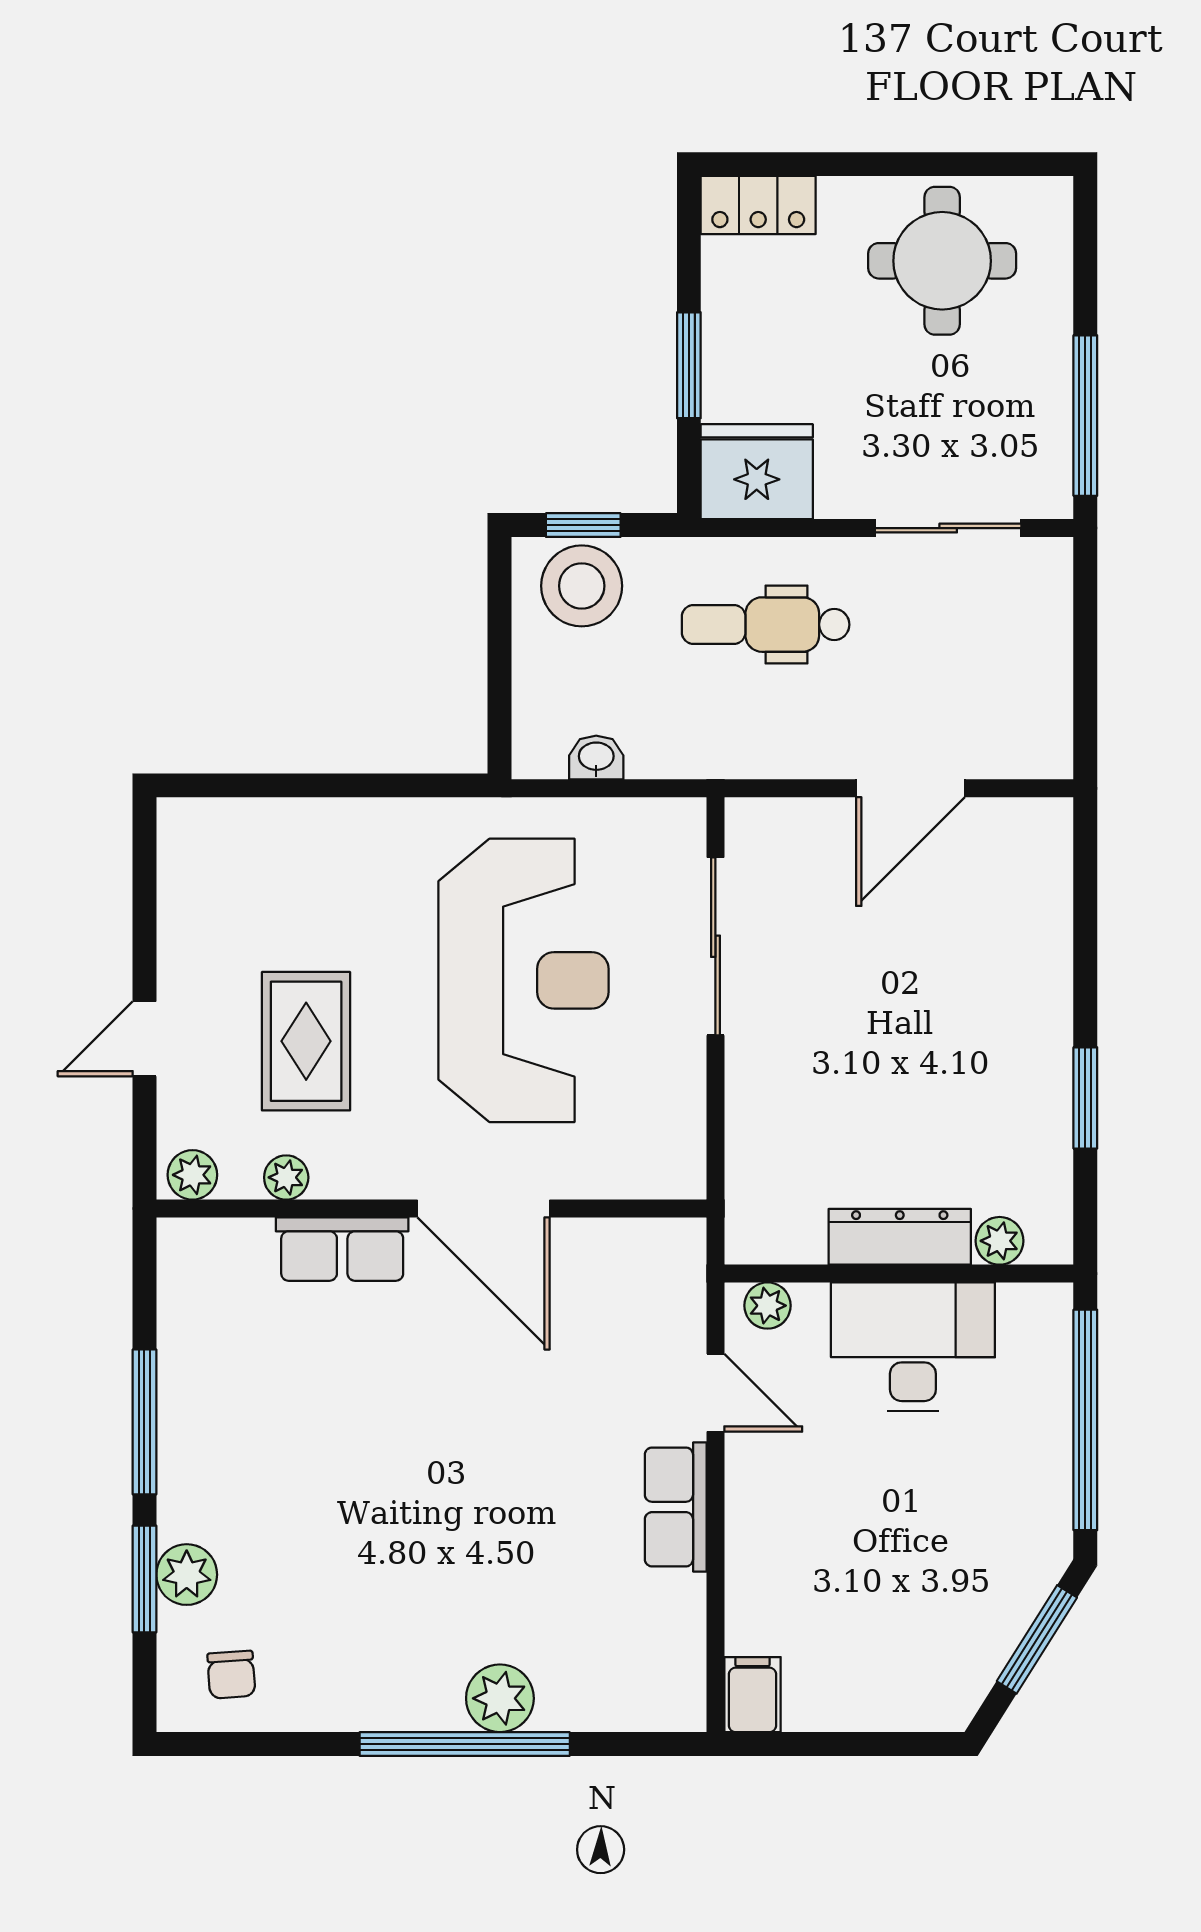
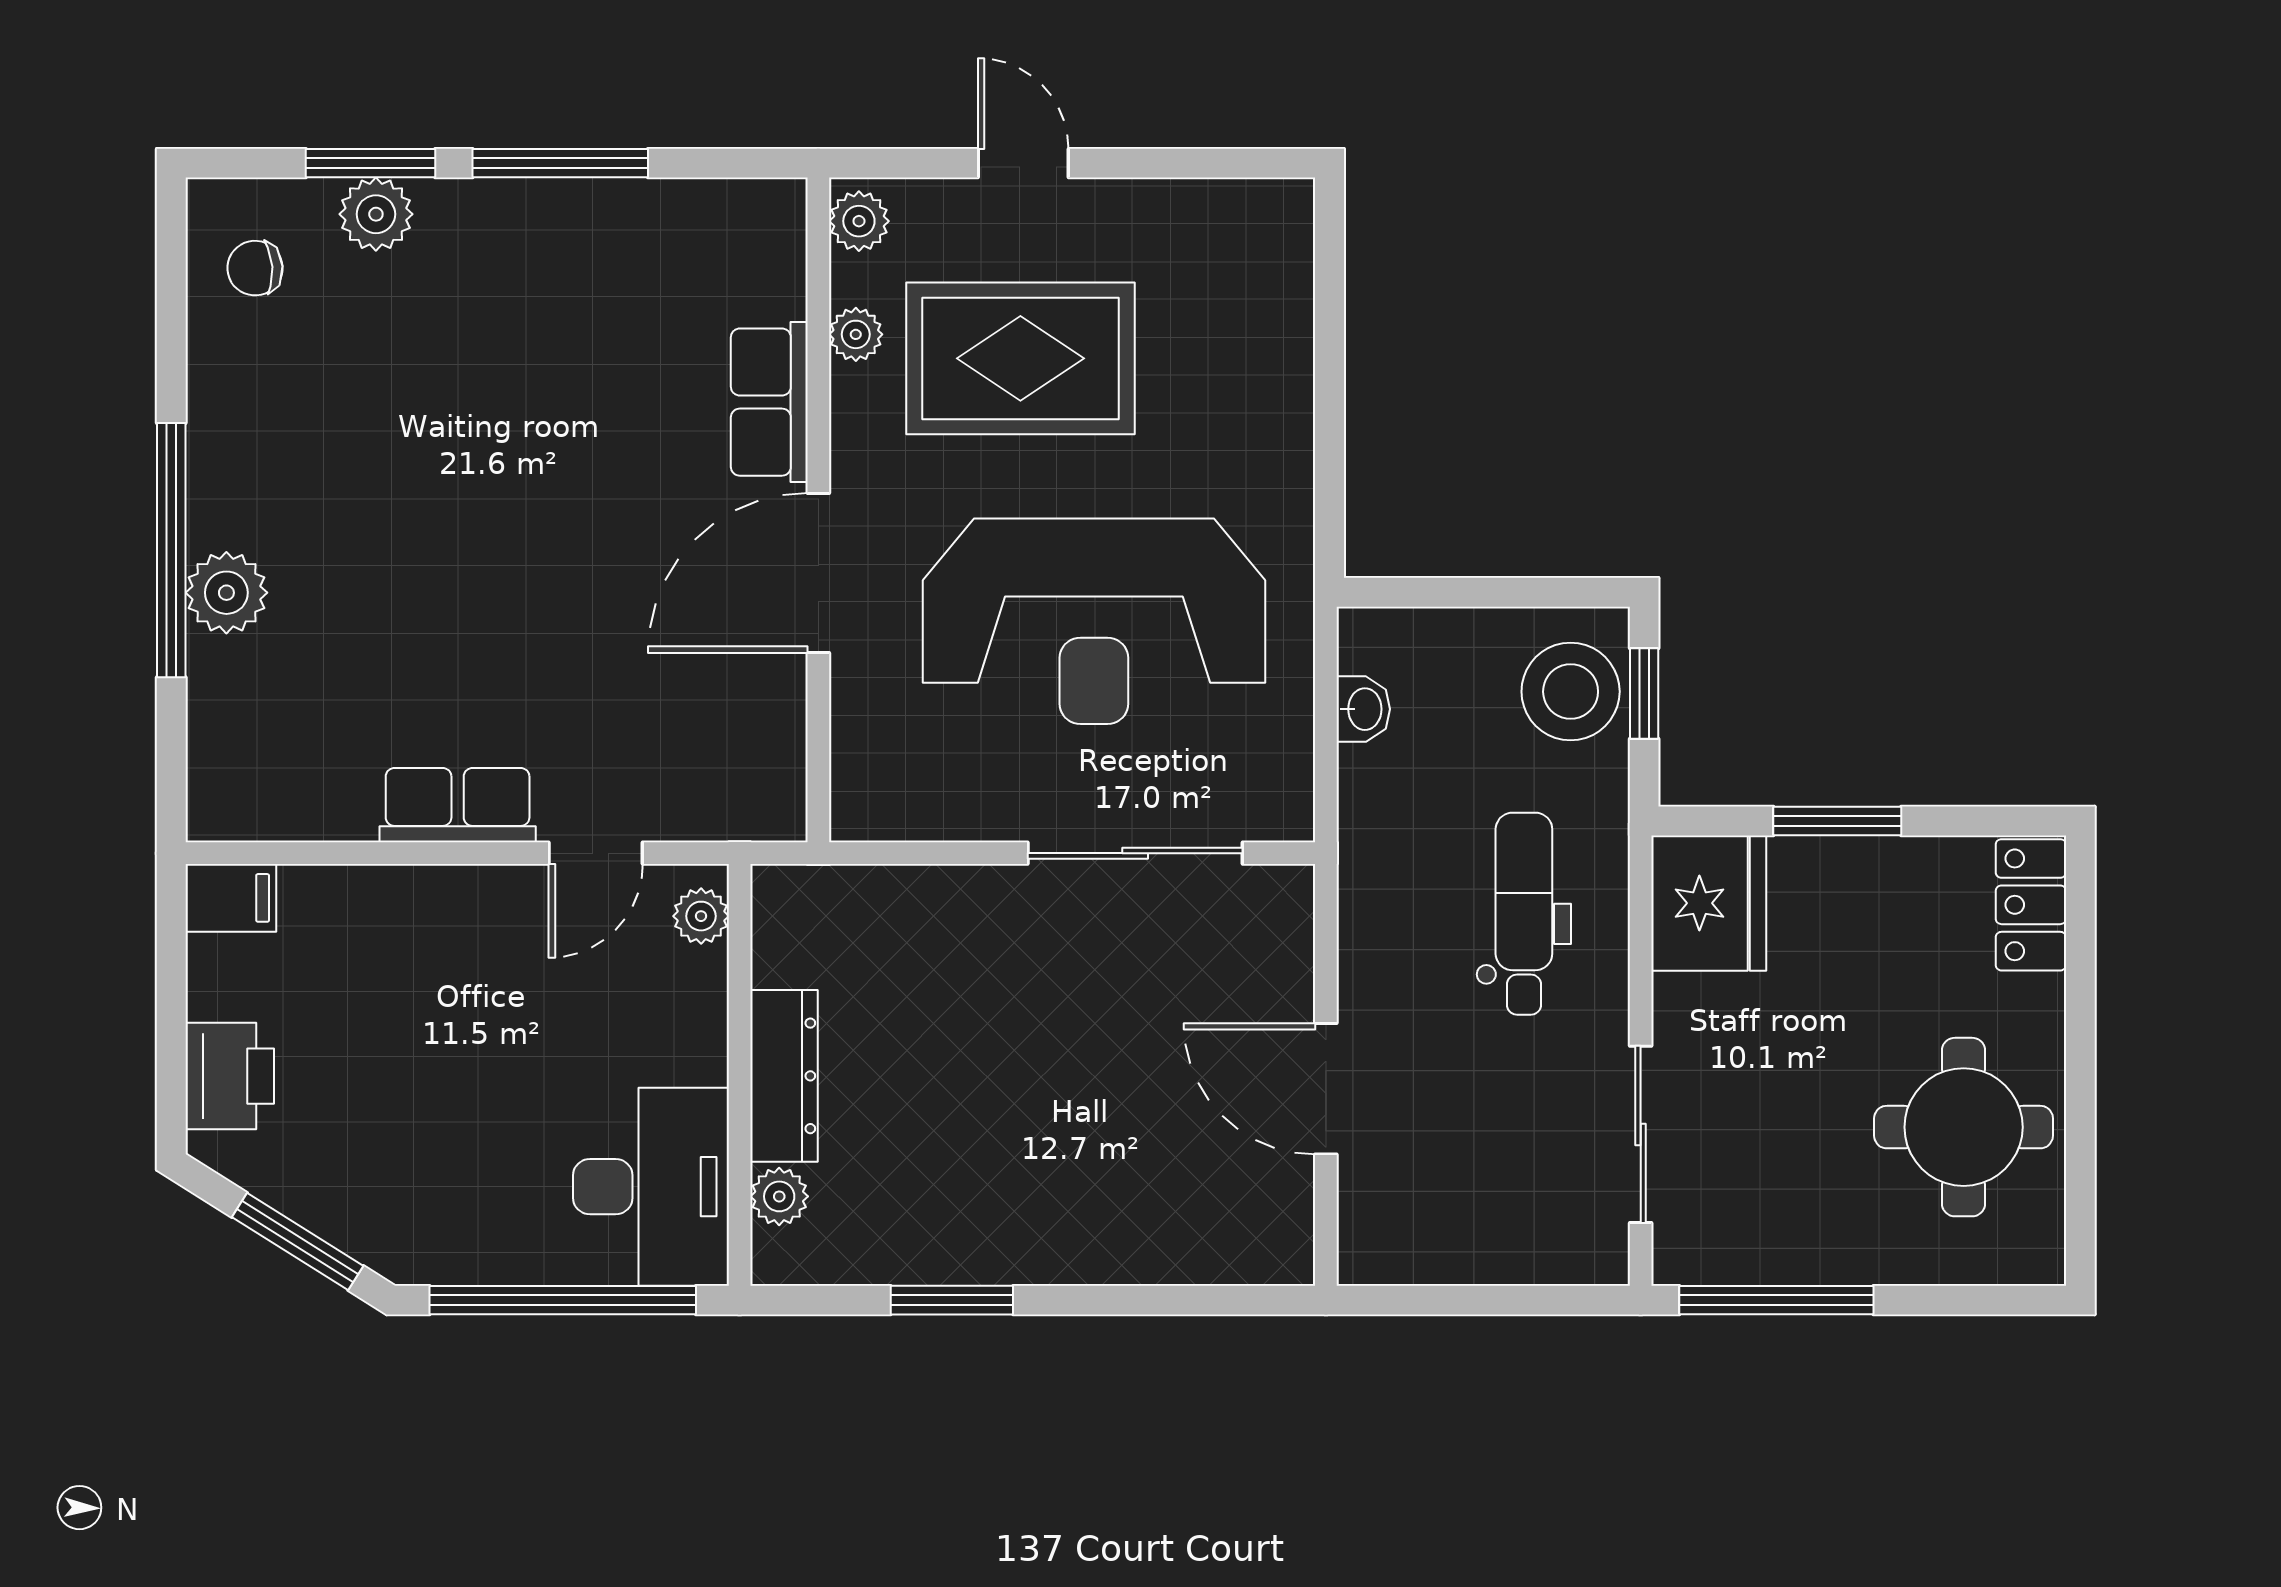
rug: (306, 1041) -> (1020, 358), width x1.36, depth x1.43
desk: (913, 1347) -> (651, 1187), moved
printer: (900, 1696) -> (230, 1076), added

